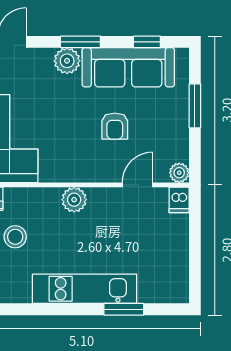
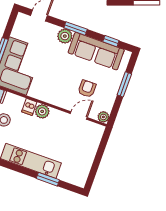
armchair: (115, 126) -> (87, 89), moved, turned 180
dishwasher: (179, 200) -> (29, 107), moved

